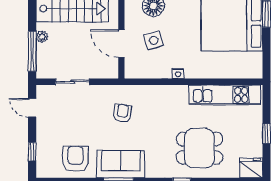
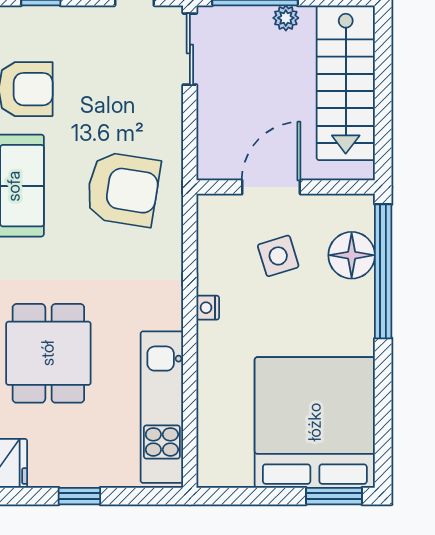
sliding door: (73, 82) -> (190, 49), moved
armchair: (122, 113) -> (123, 189), width x1.88, depth x1.88

